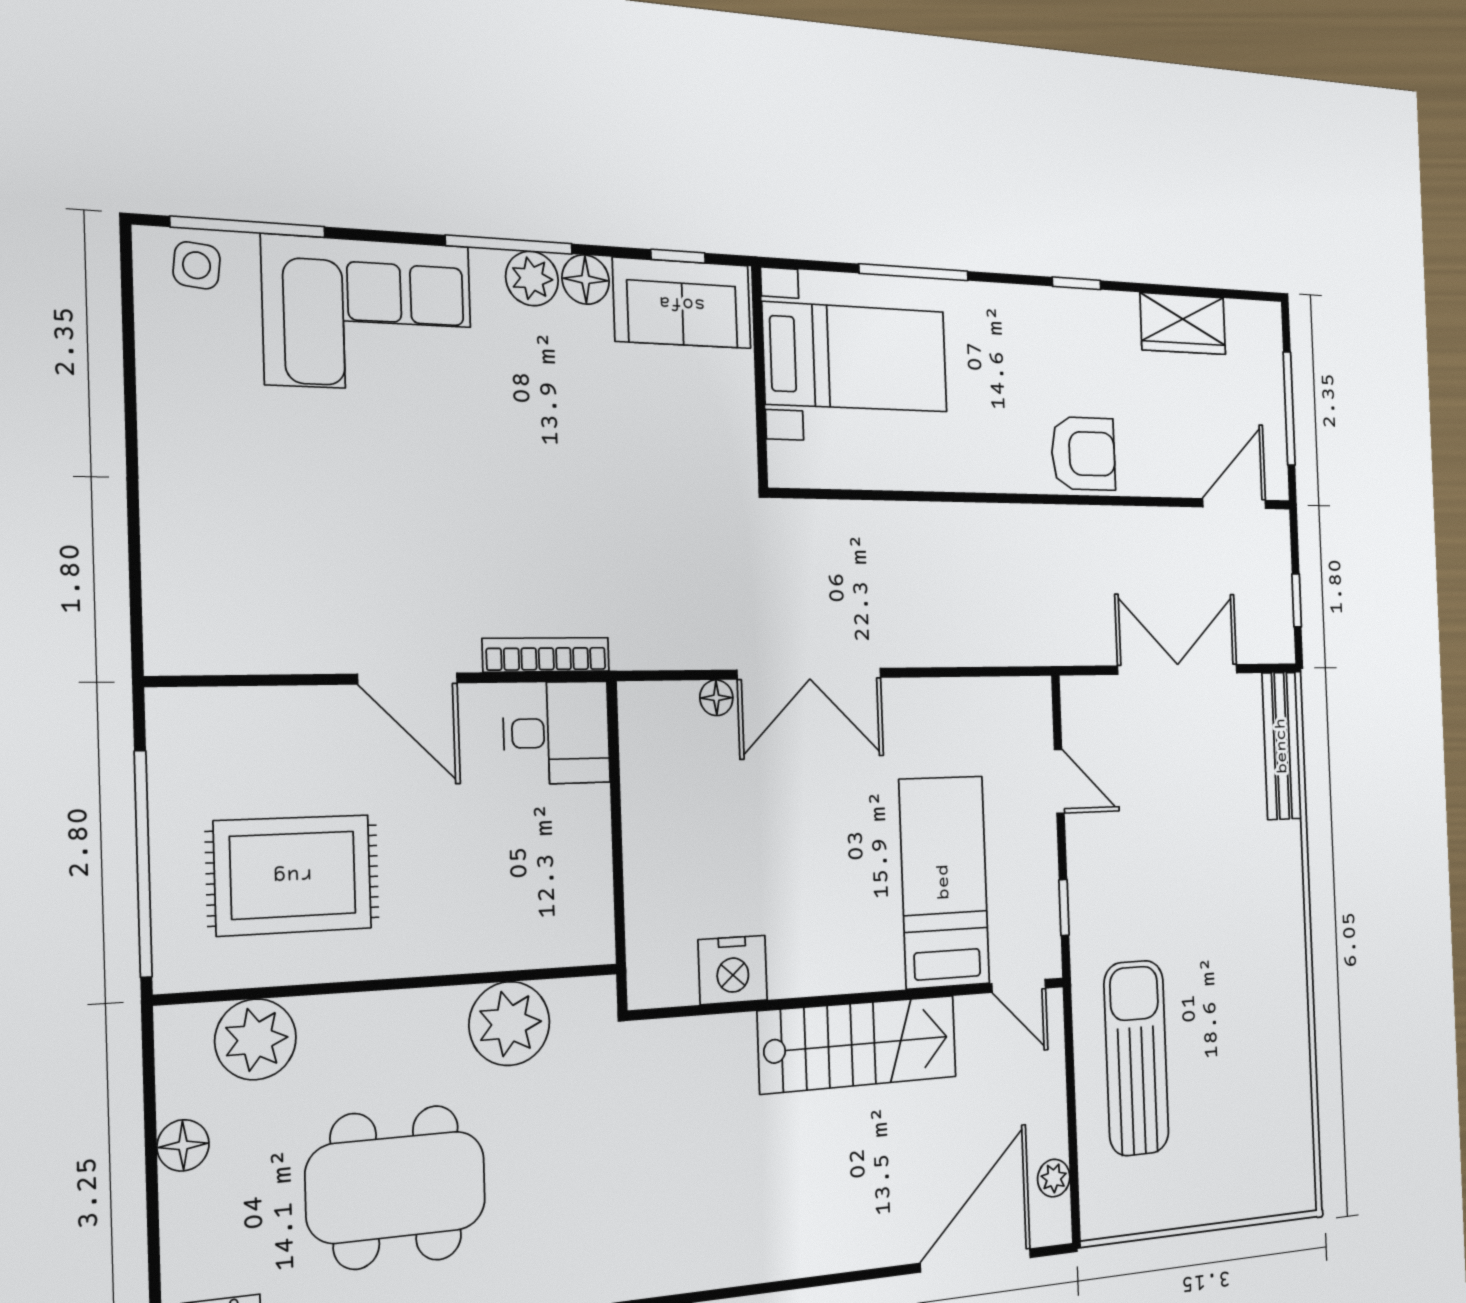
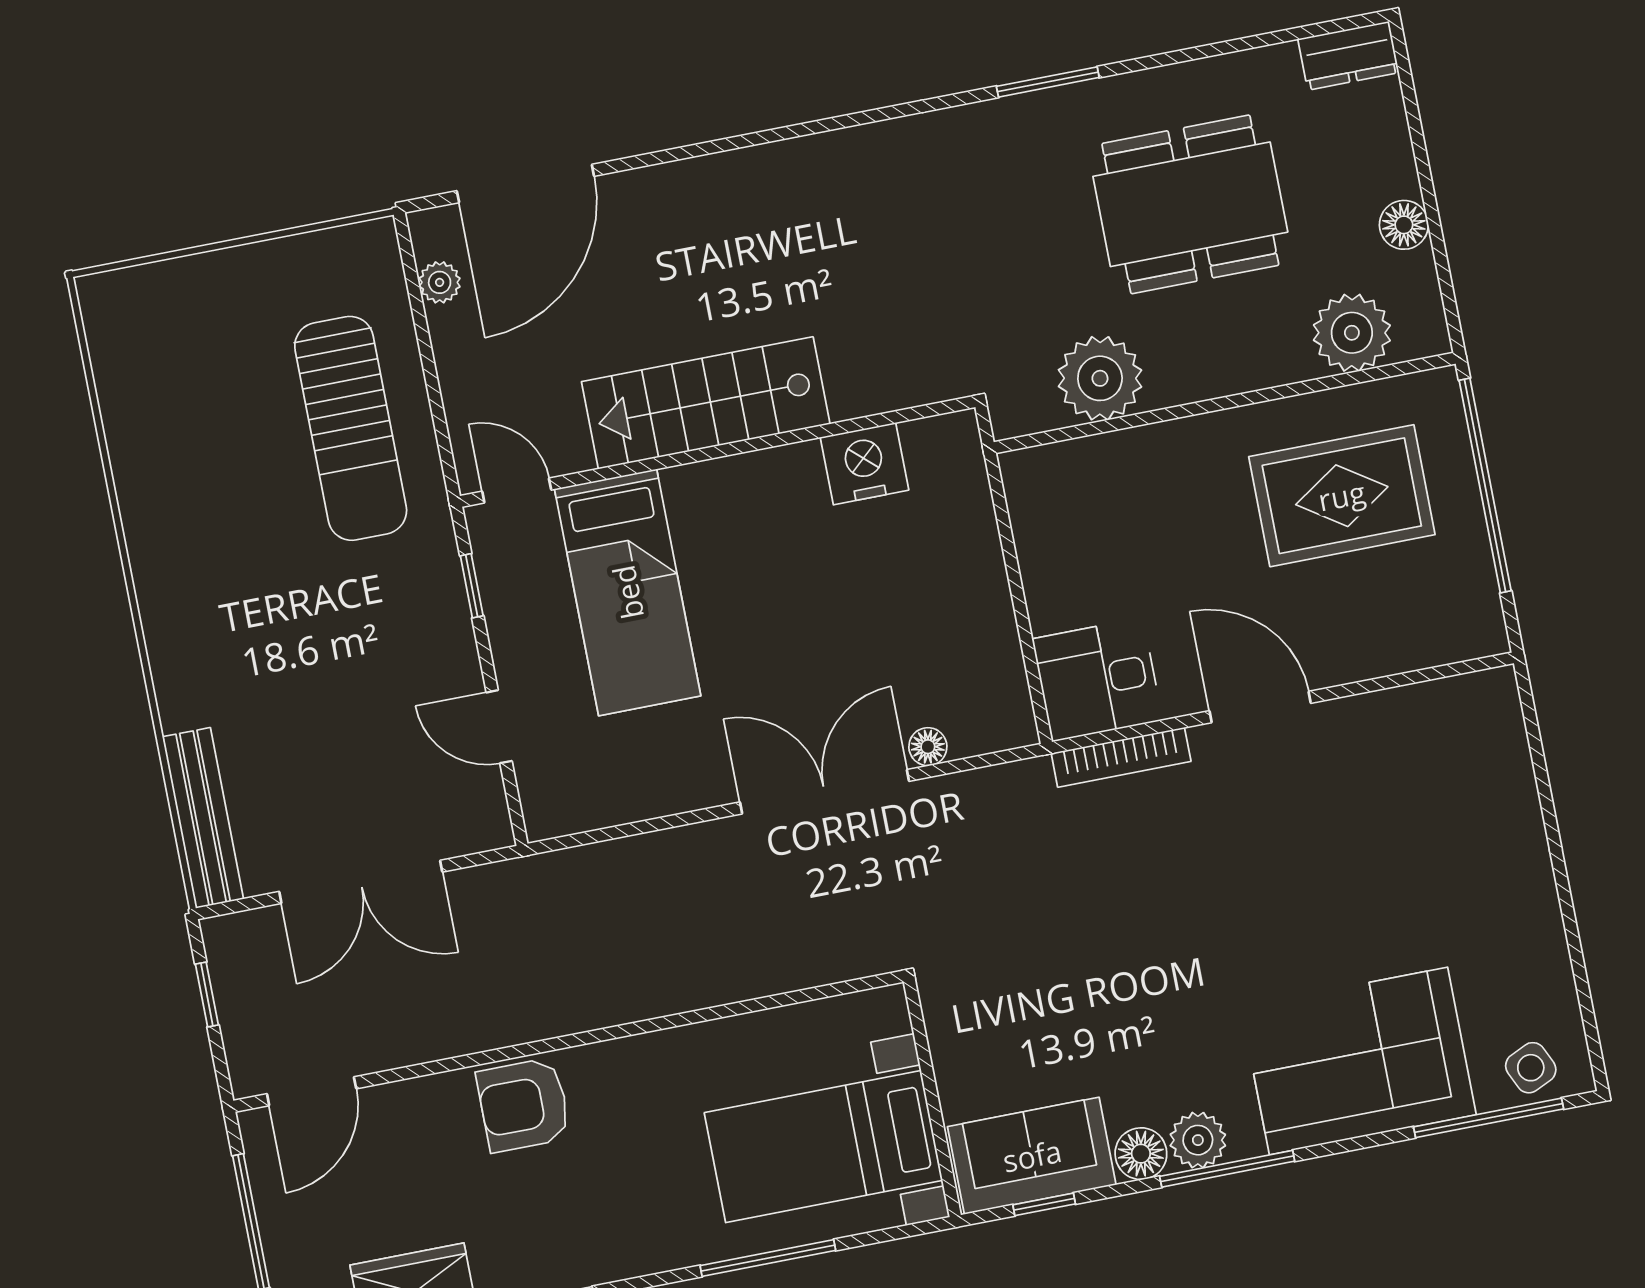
side table: (197, 265) -> (1531, 1068), turned -31

